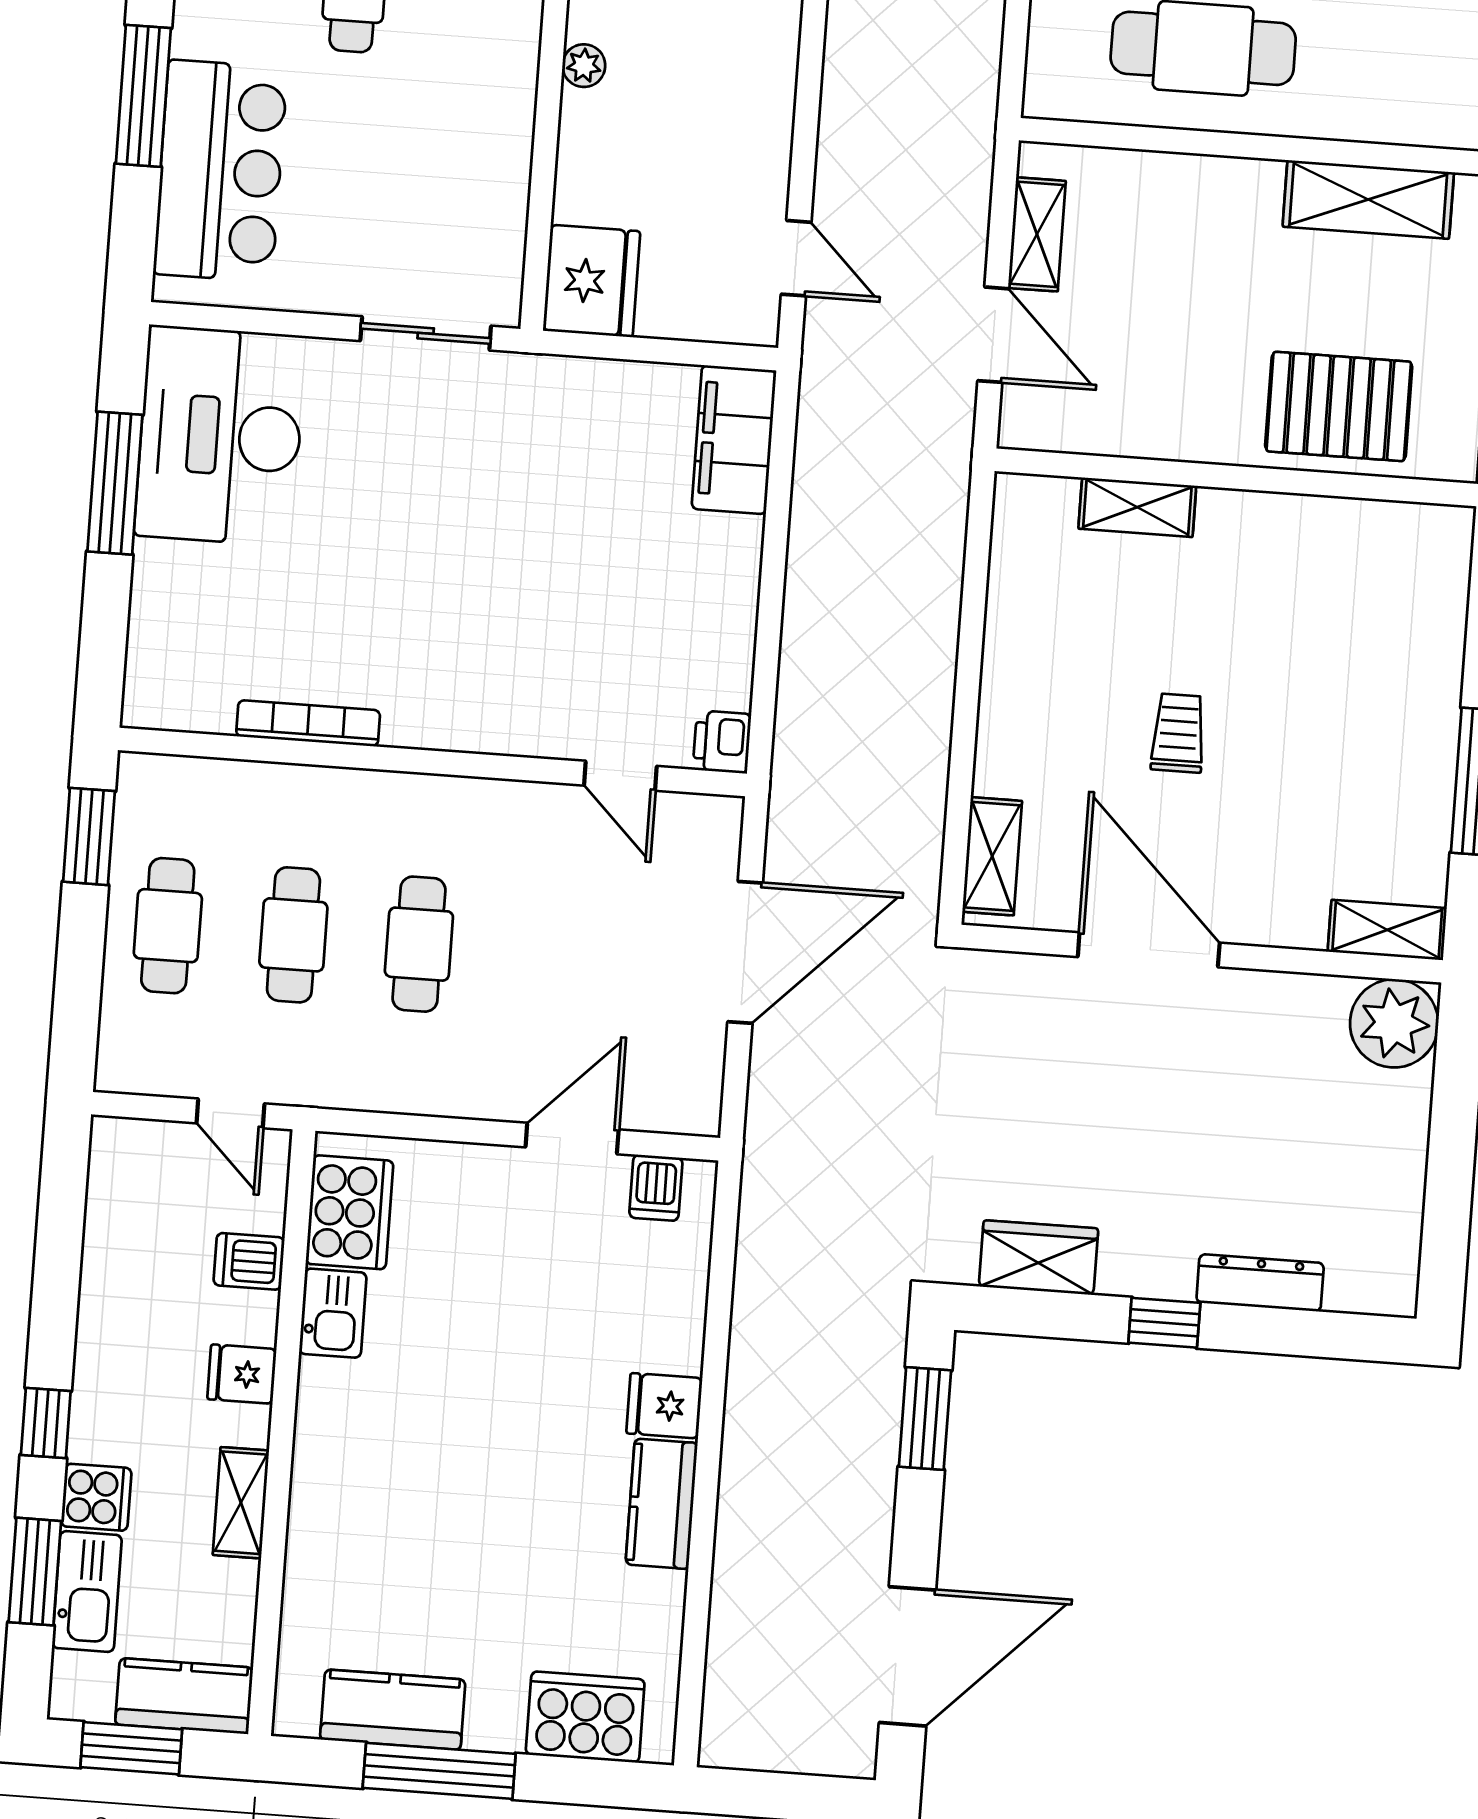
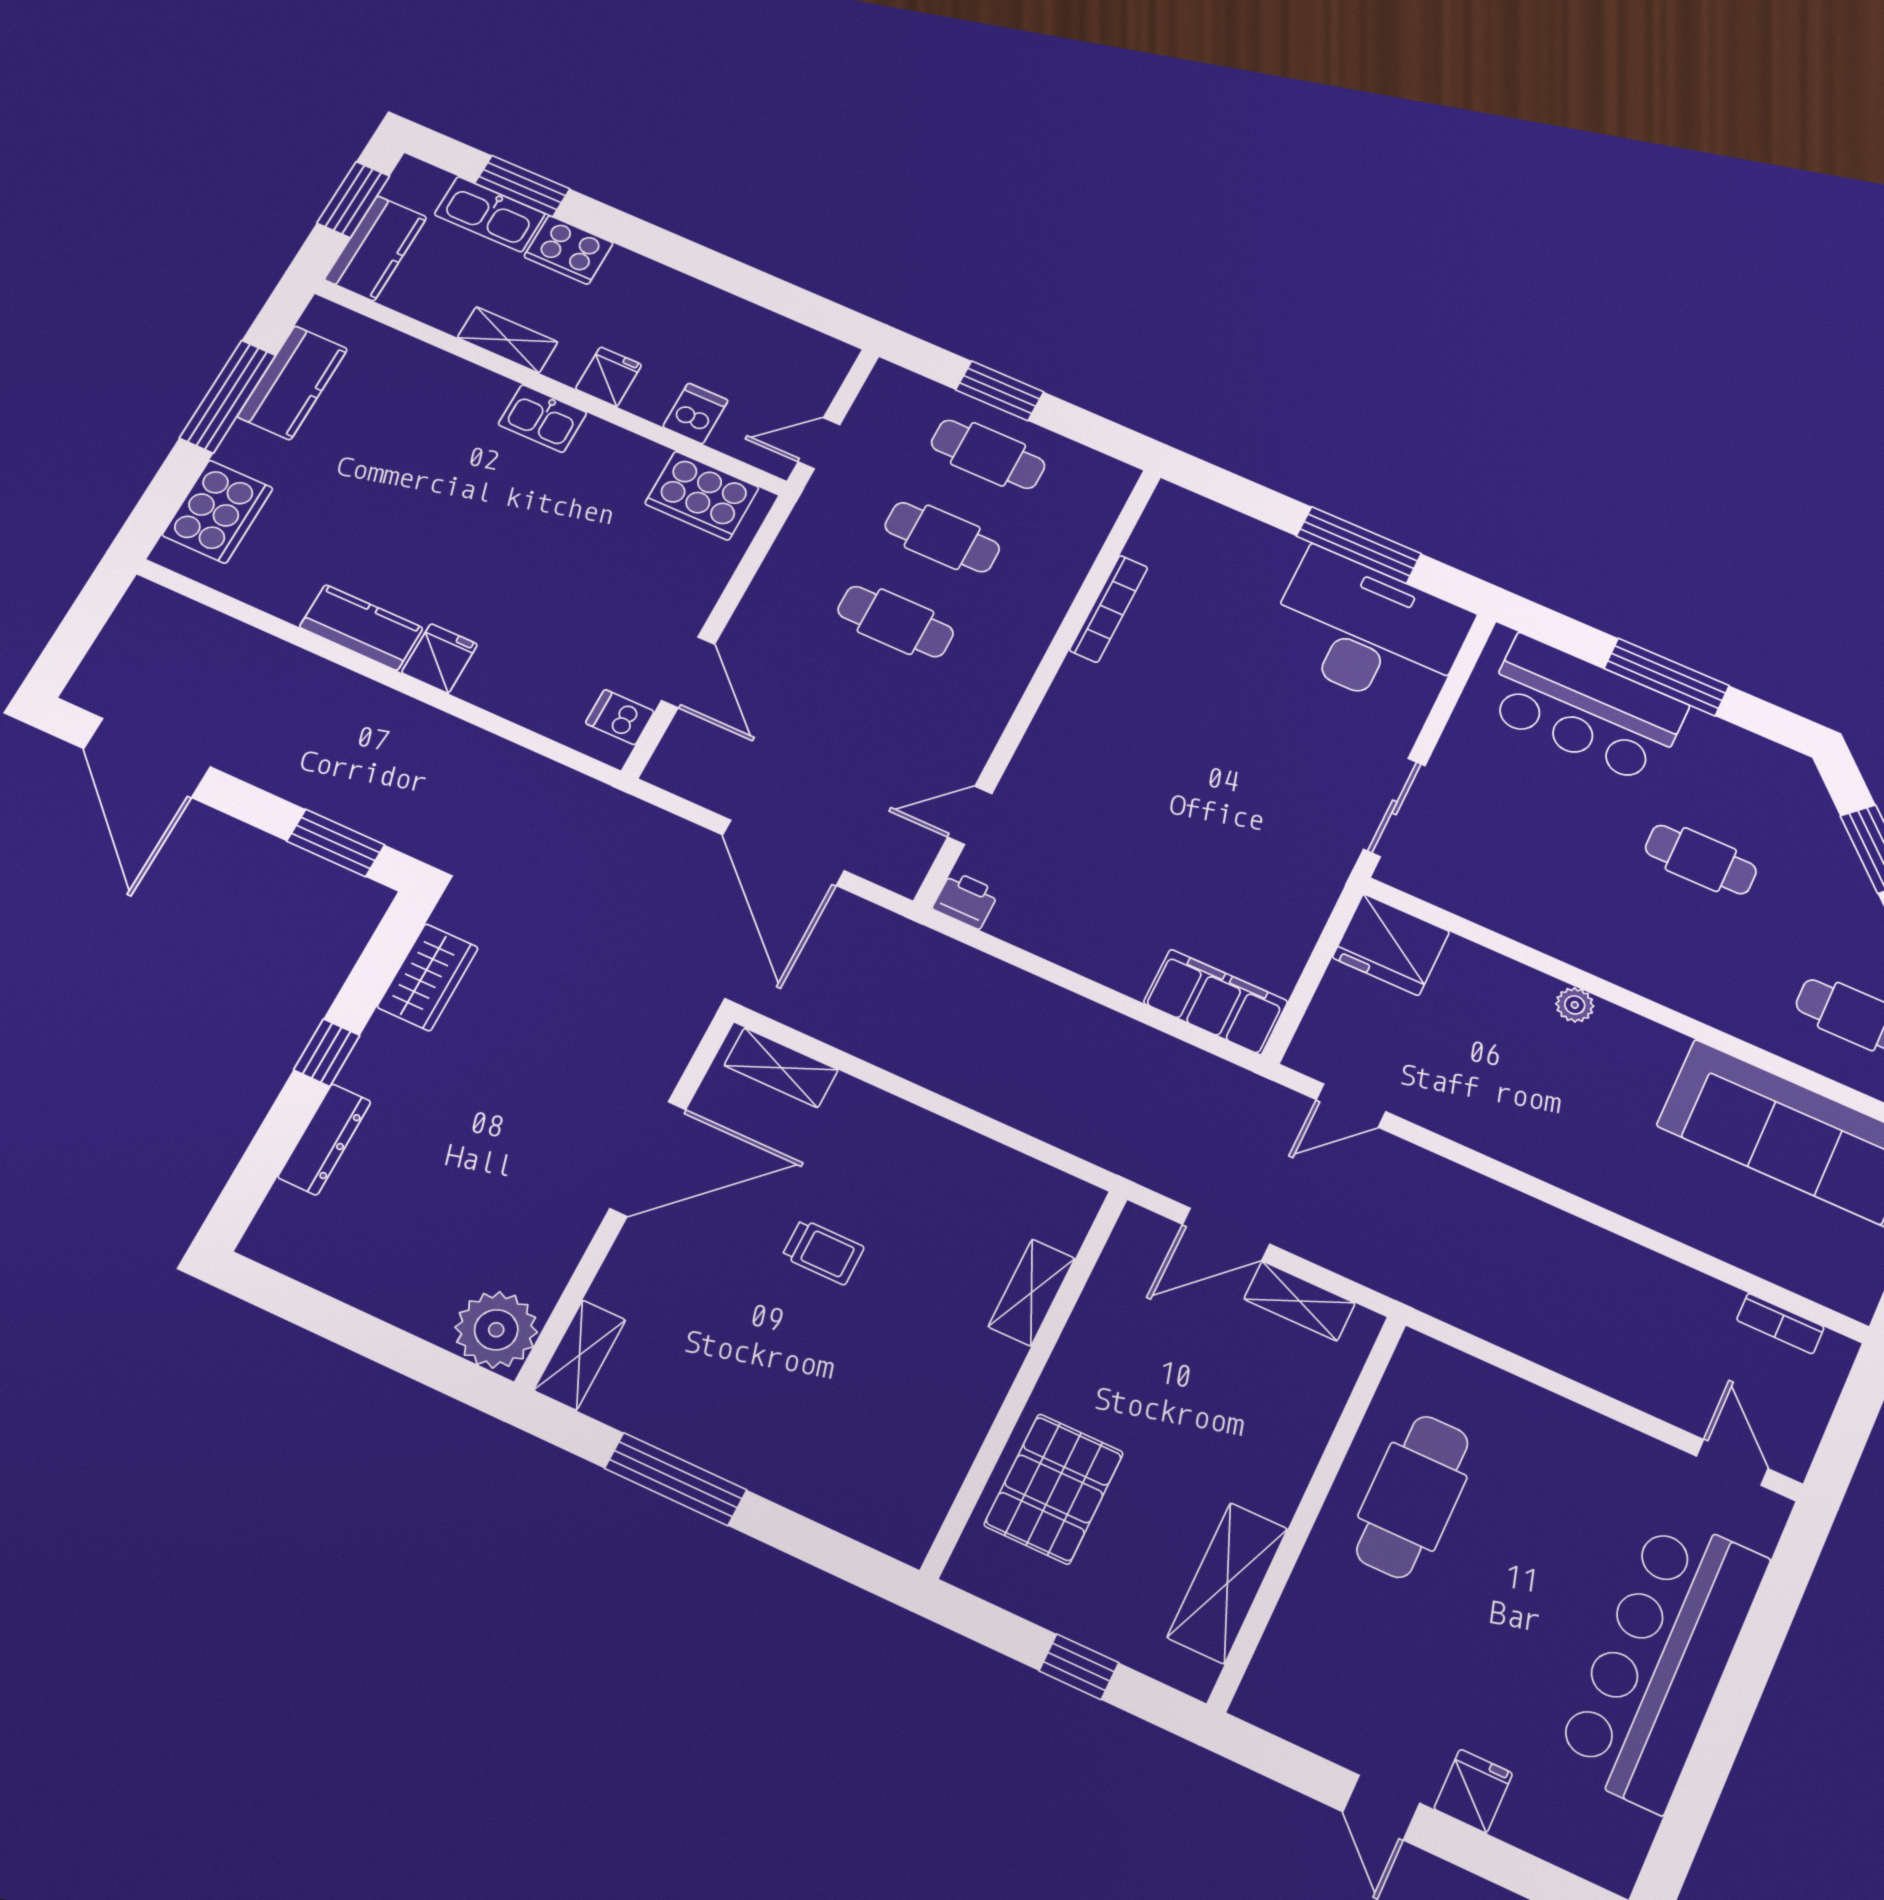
window: (89, 836) -> (1000, 391), moved
kitchen sink: (333, 1313) -> (542, 419), moved
window: (46, 1423) -> (634, 234), removed
cooker: (96, 1497) -> (569, 250), width x1.36

